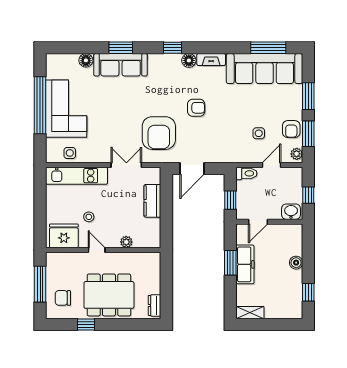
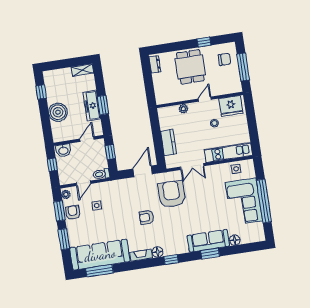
door: (97, 250) -> (205, 99), swing flipped
boiler: (296, 263) -> (58, 112), width x1.86, depth x1.86
dining table: (109, 295) -> (190, 67), width x0.73

